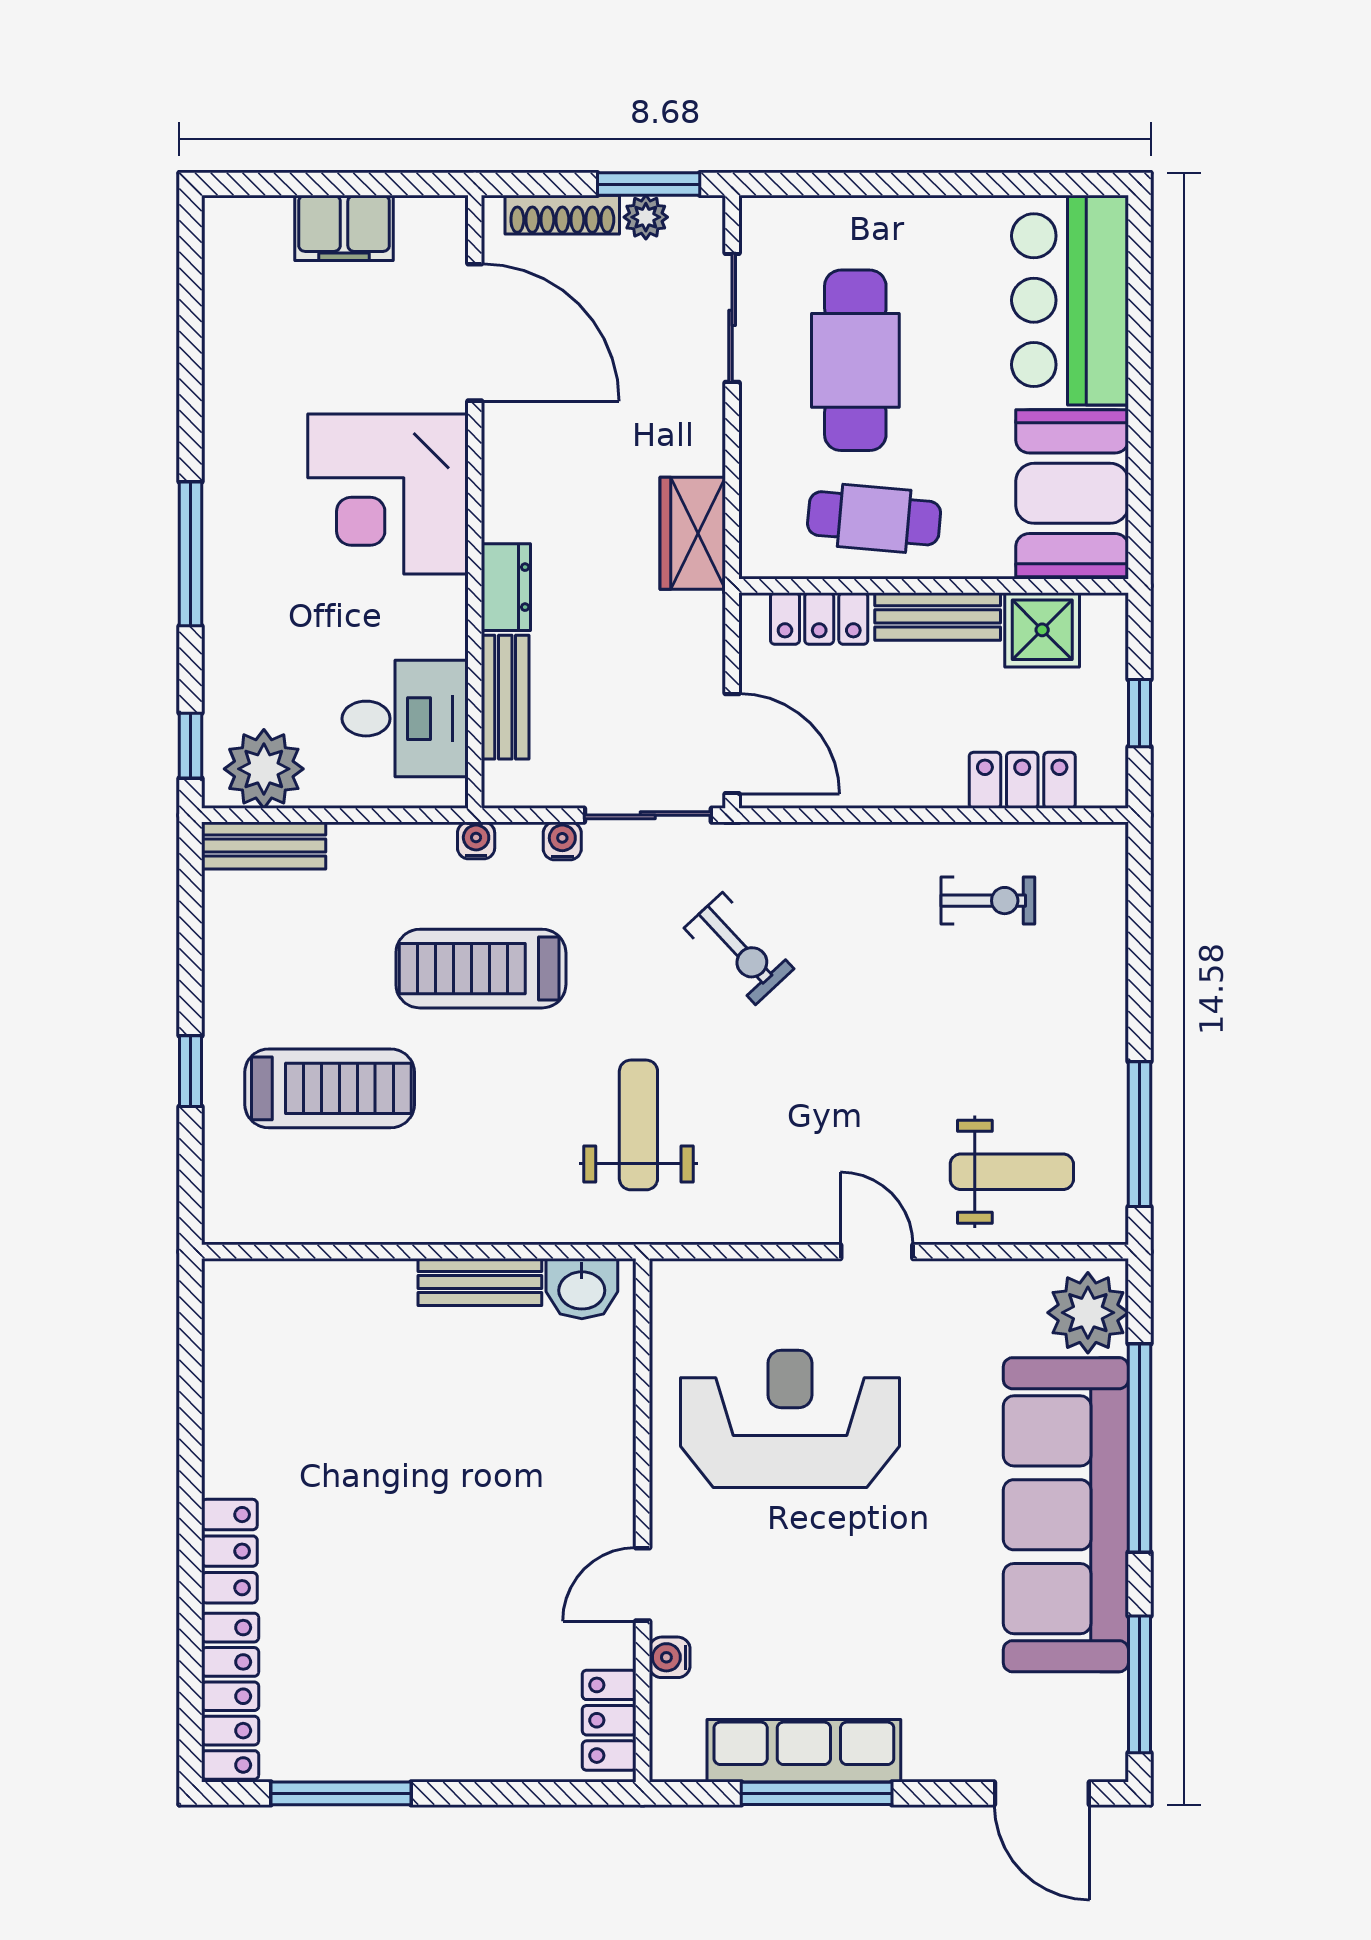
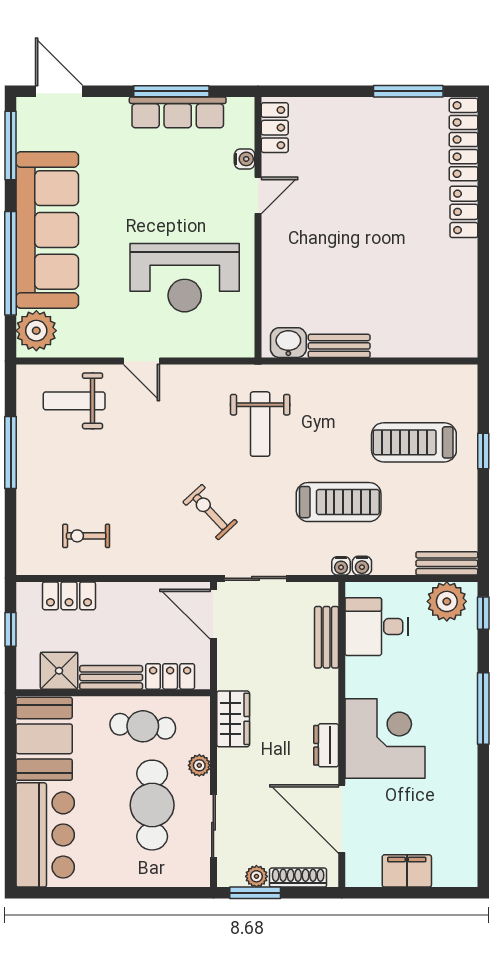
plant: (761, 440) -> (199, 765), added
dresser: (506, 587) -> (326, 745), moved
water cooler: (562, 841) -> (362, 566), moved
window: (1139, 1134) -> (11, 453), moved

